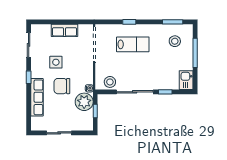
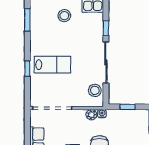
stool: (175, 41) -> (64, 16), moved
lab bench: (133, 44) -> (53, 65), turned 90
plant: (84, 102) -> (91, 115), moved, width x0.53, depth x0.53

